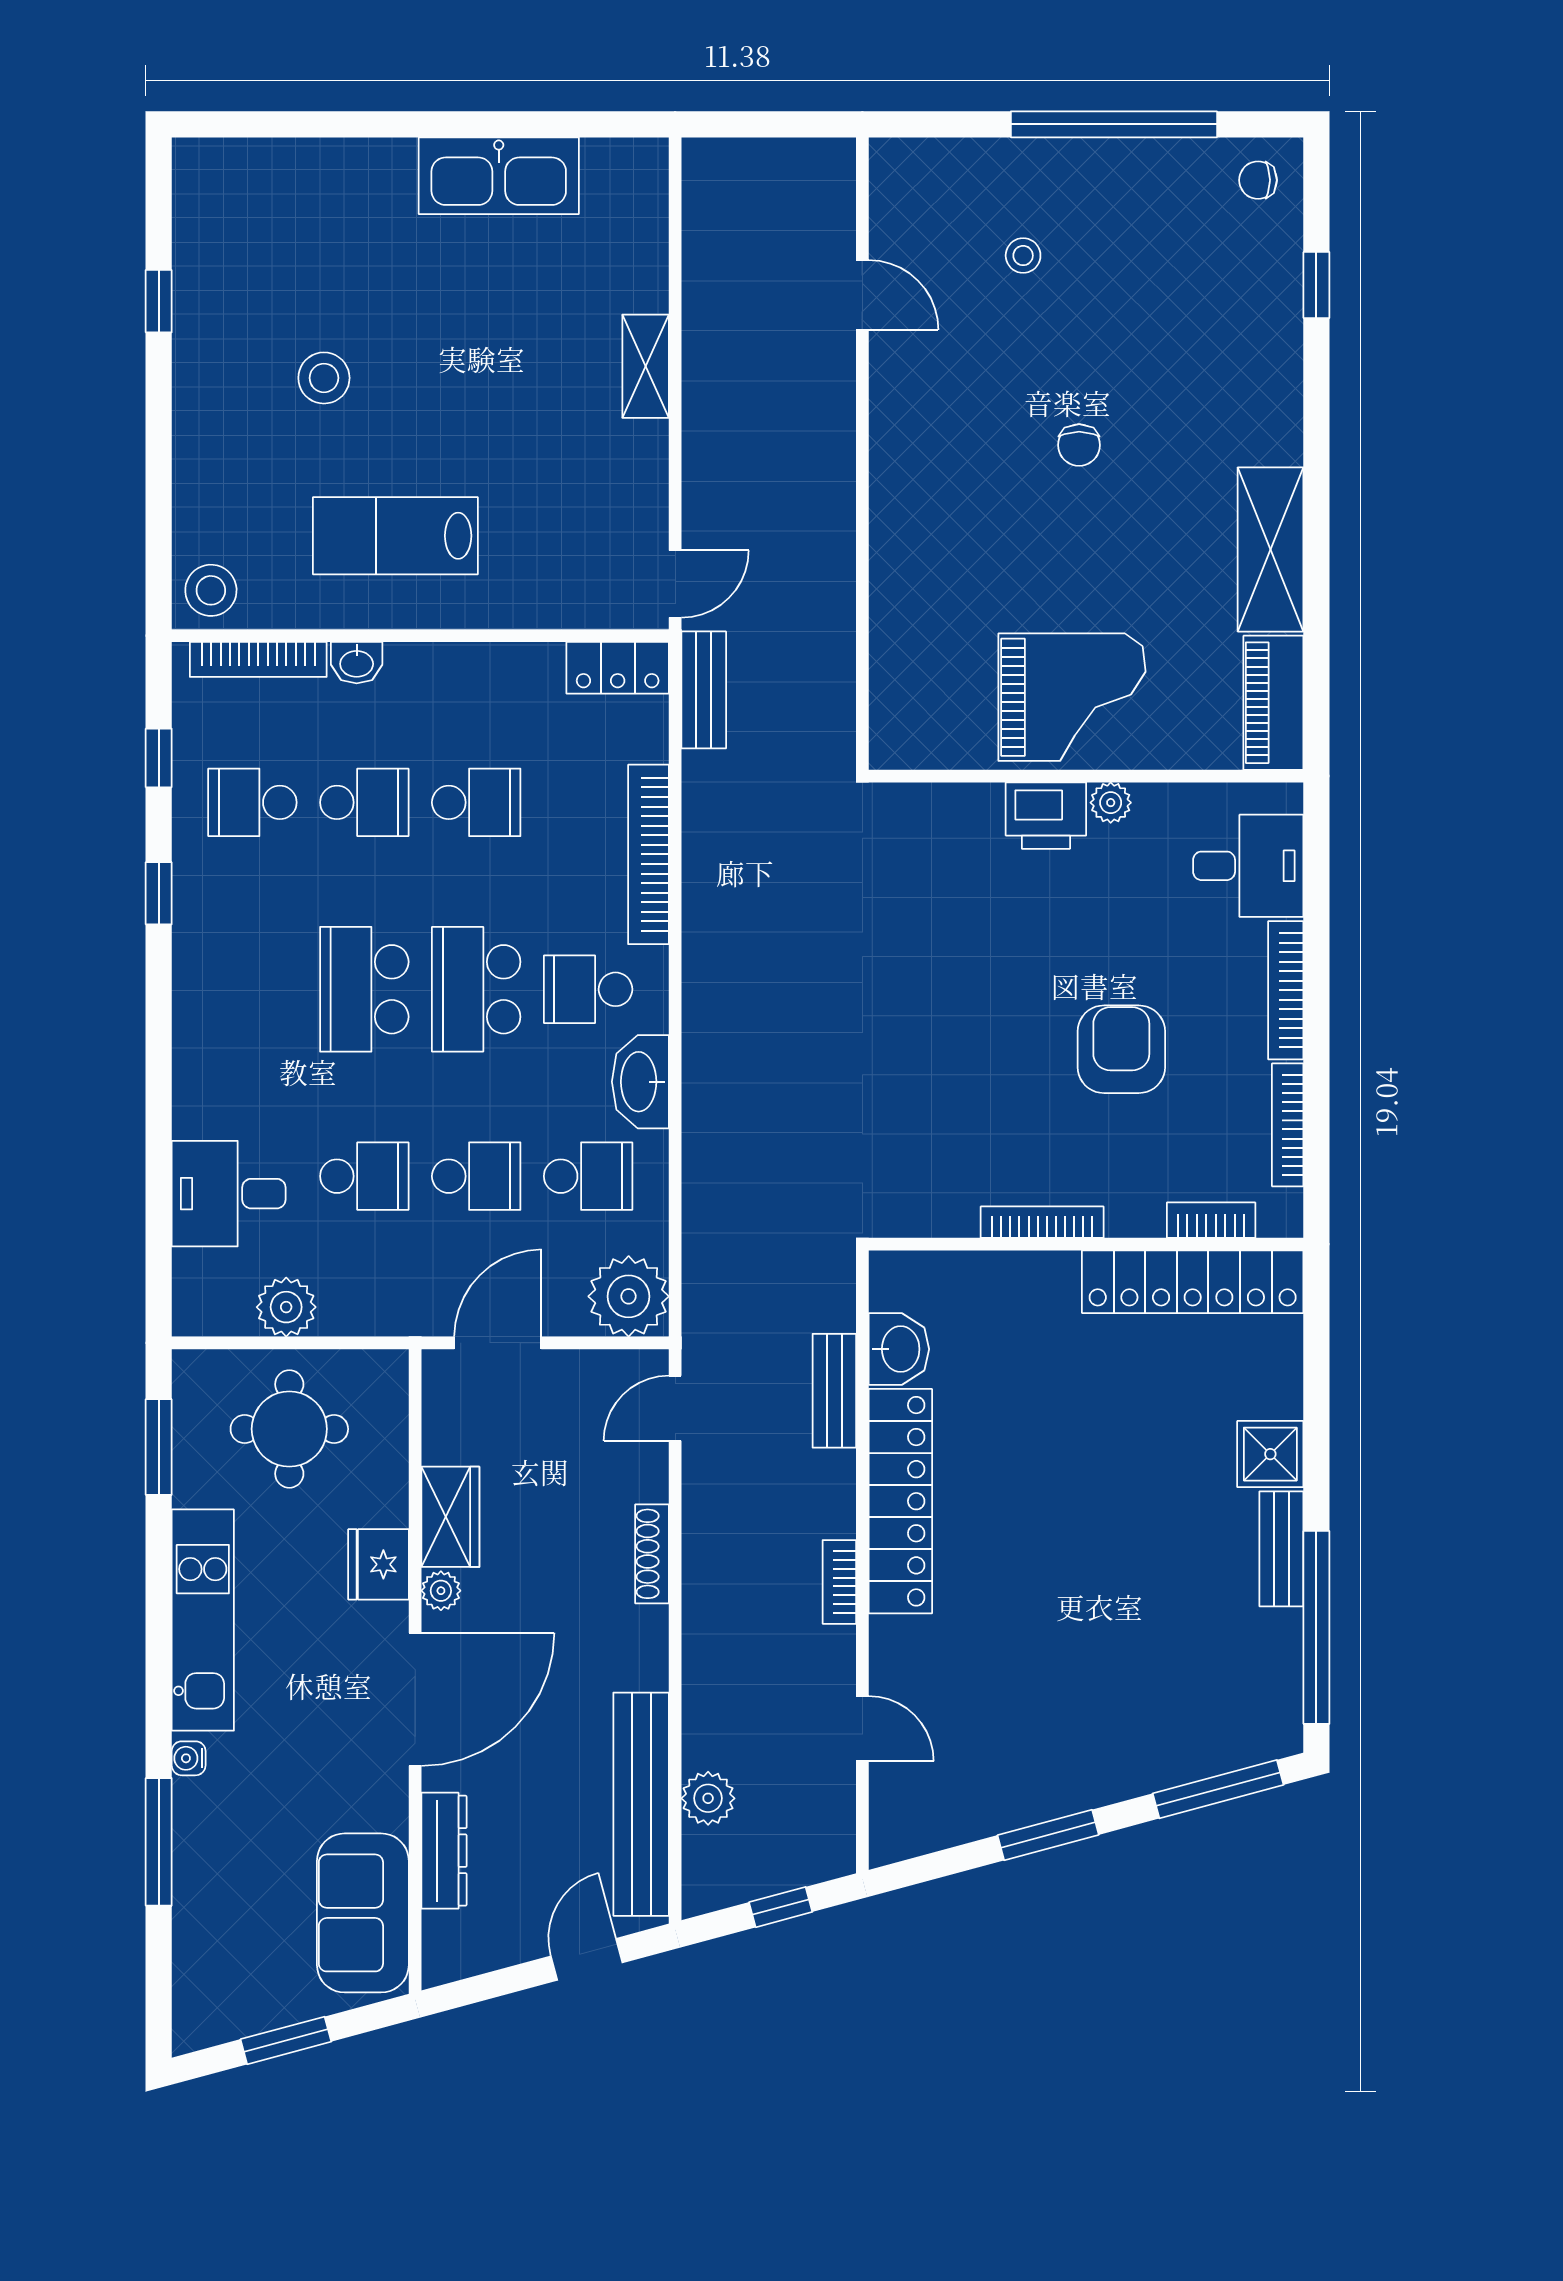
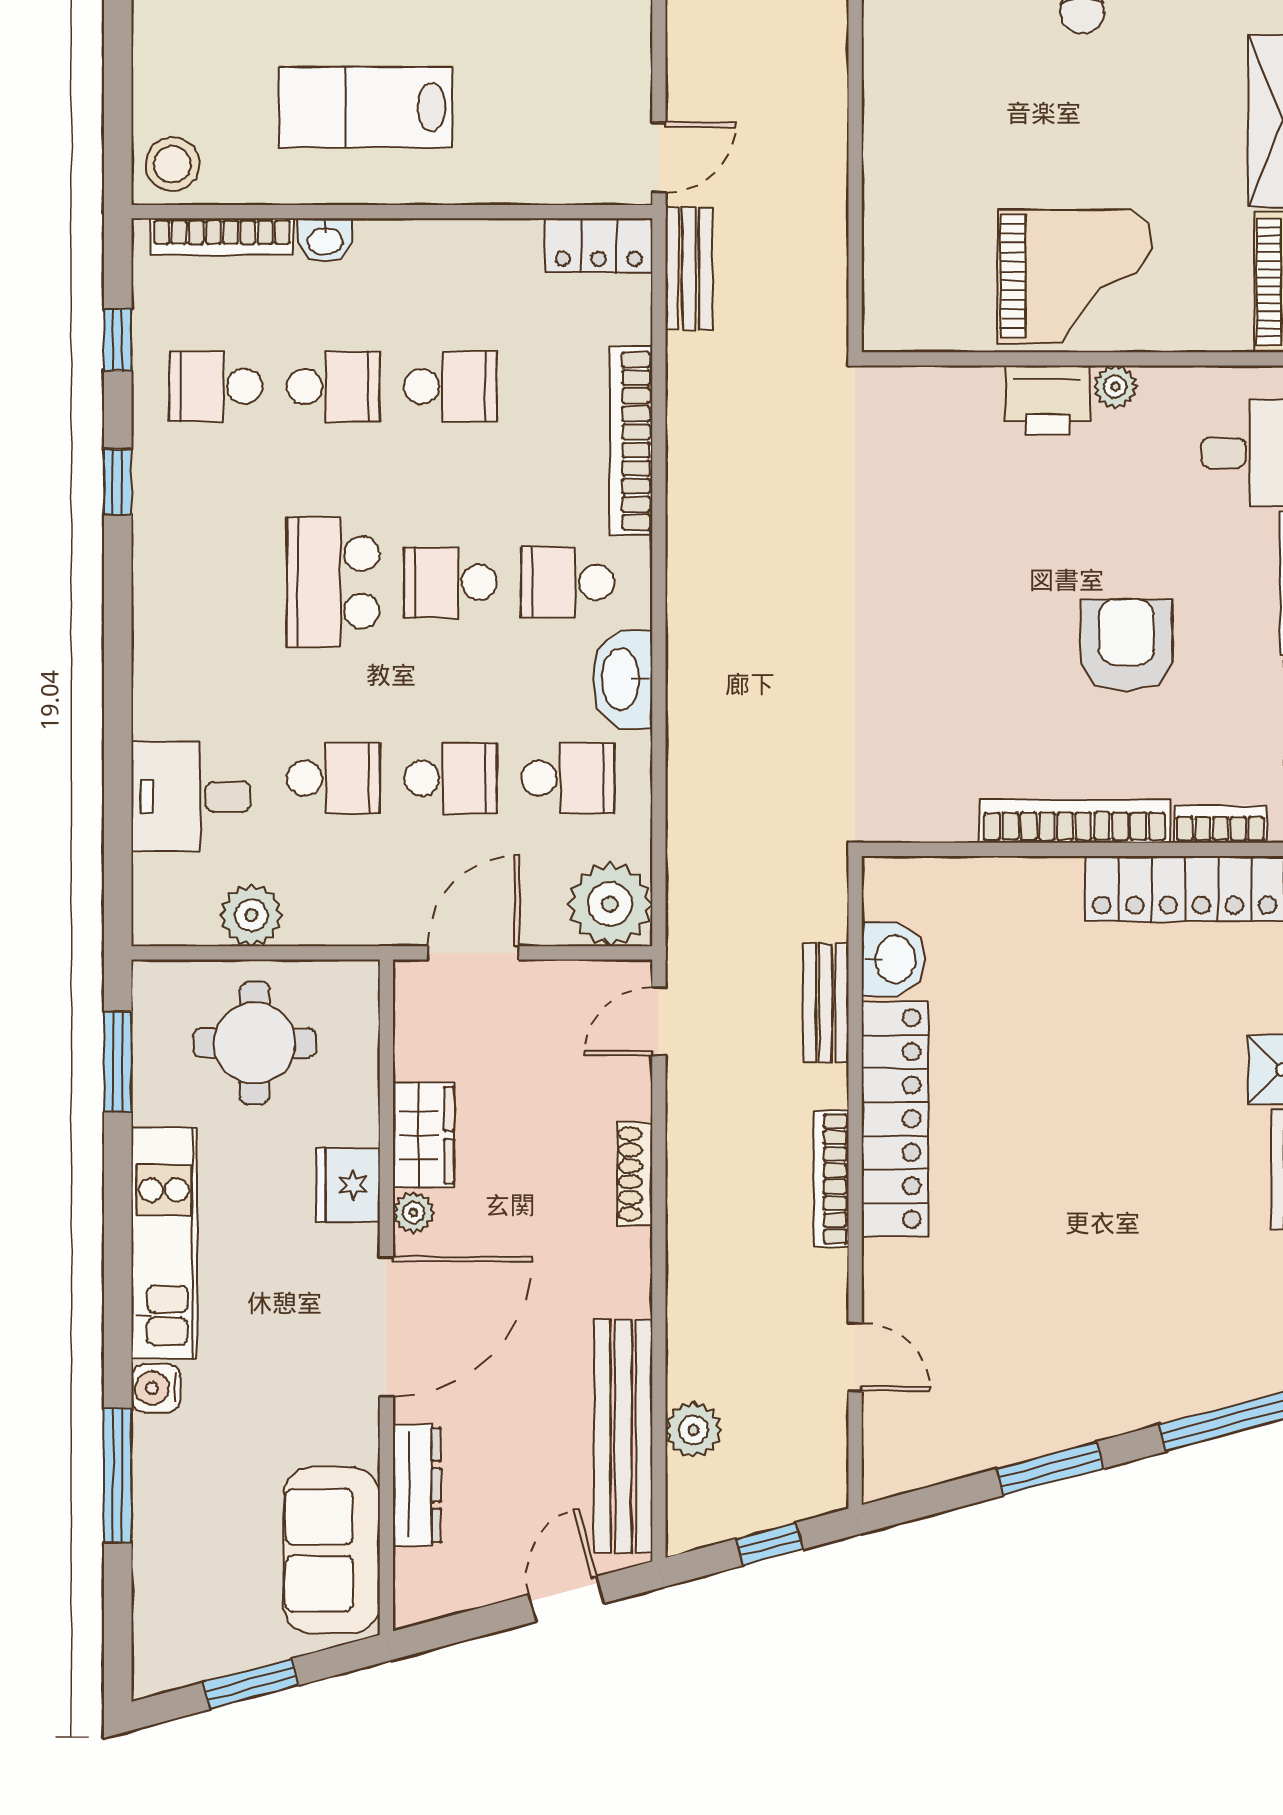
school desk: (476, 989) -> (450, 582), width x0.54
bookcase: (1042, 1222) -> (1074, 821), width x1.48, depth x1.31
bookcase: (839, 1582) -> (831, 1179), width x1.56
water cooler: (189, 1758) -> (156, 1388), width x1.38, depth x1.38

